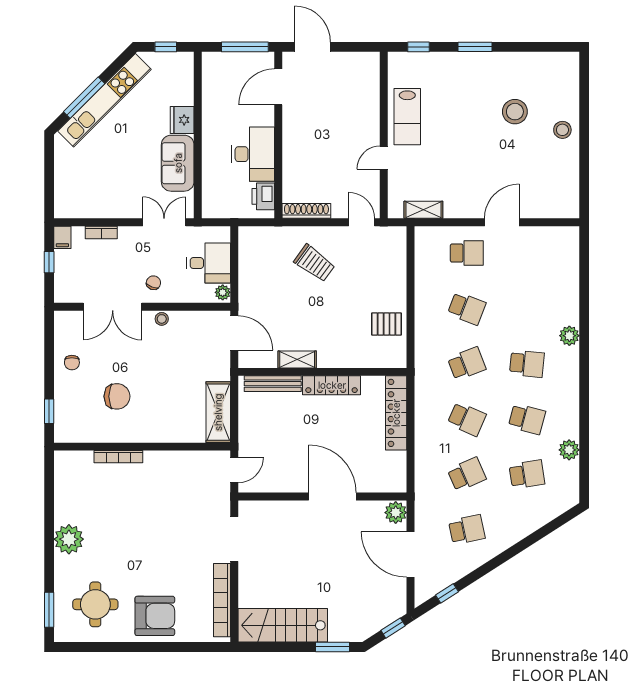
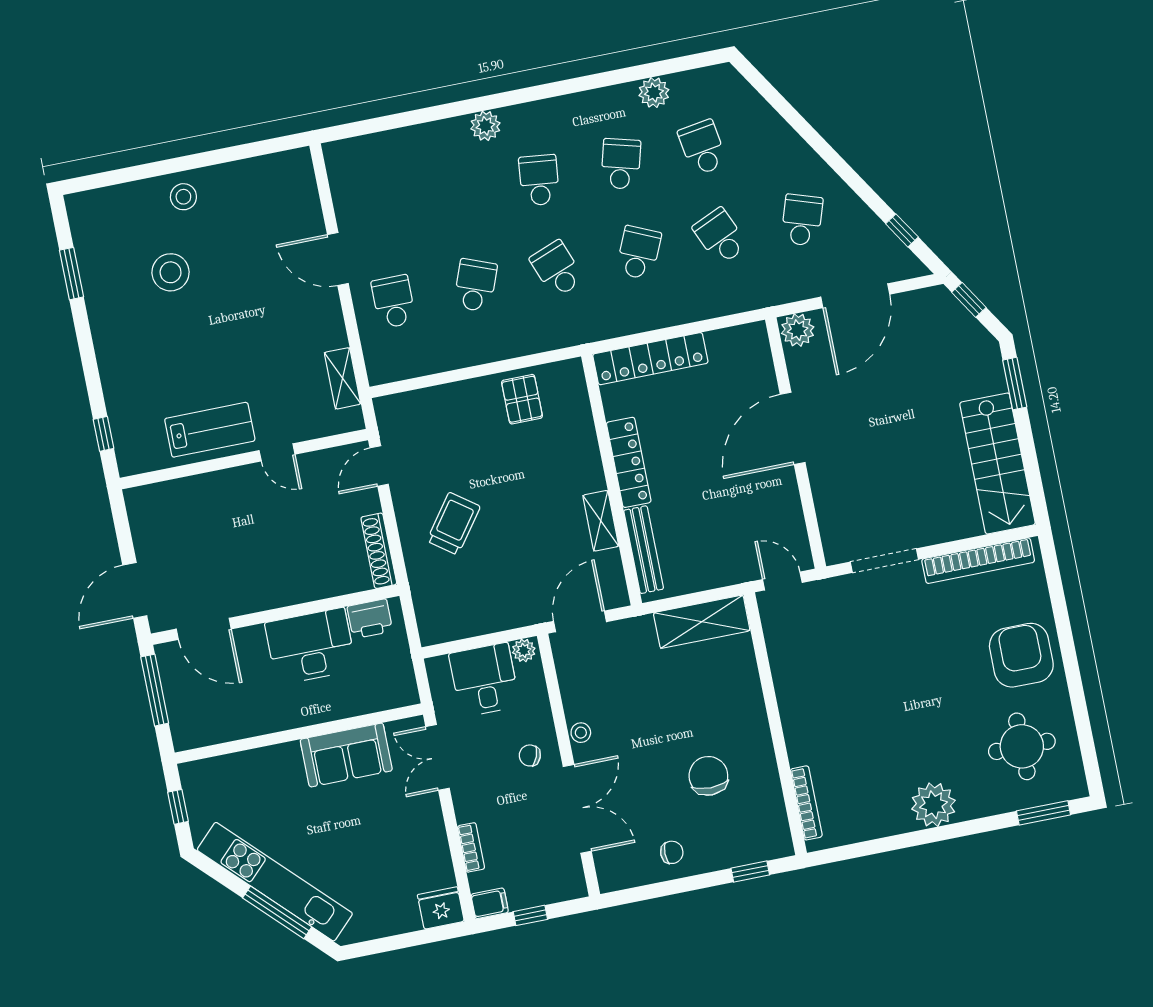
window: (475, 47) -> (71, 274), moved
fridge: (182, 120) -> (441, 908), moved, turned 180
bookcase: (118, 457) -> (806, 803), moved
school desk: (467, 530) -> (802, 220), turned 30

